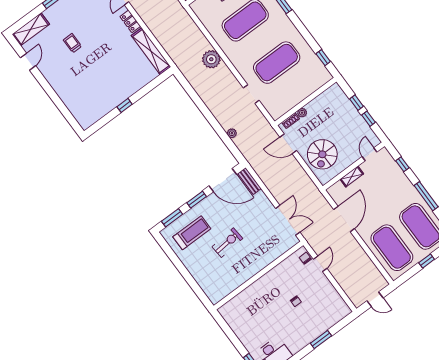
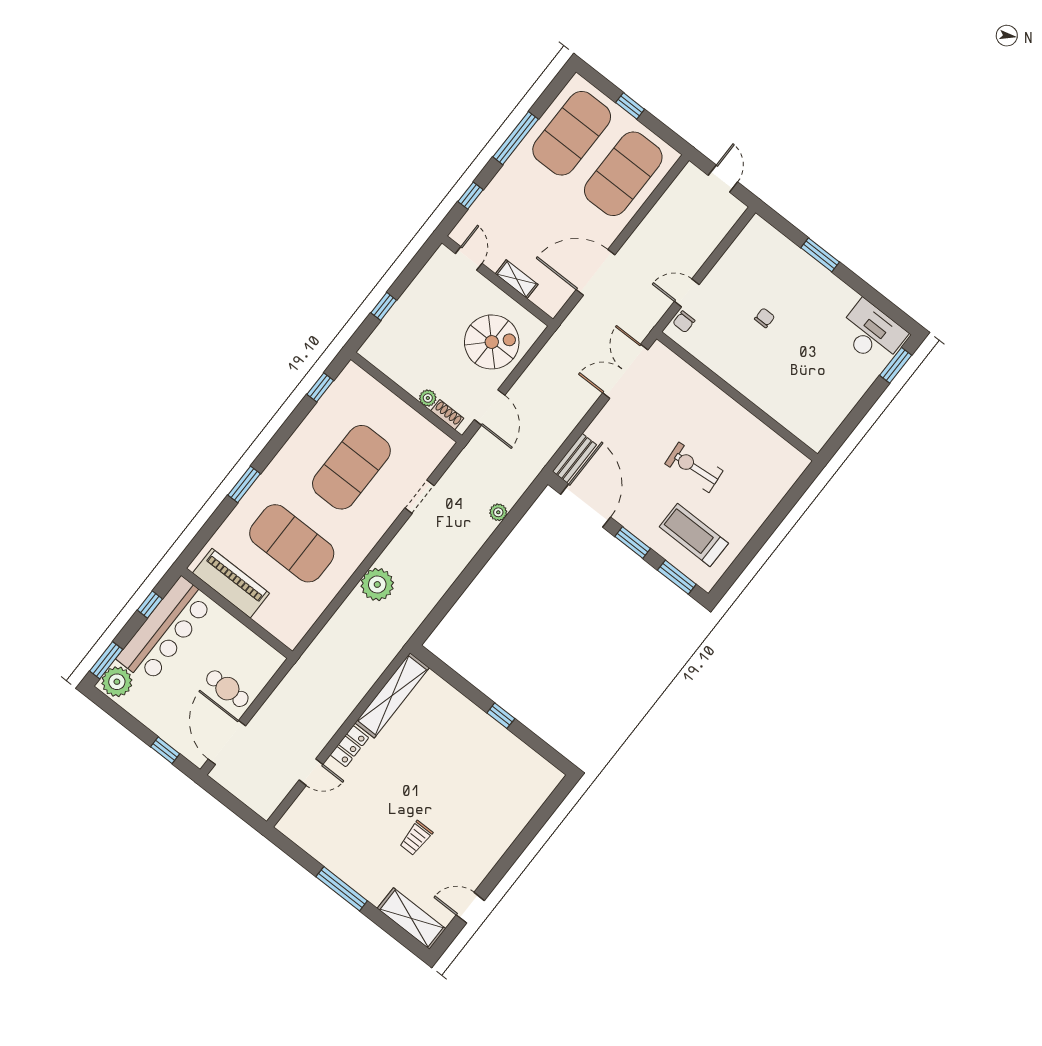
exercise mat: (277, 63) -> (351, 467), turned 90
window: (368, 119) -> (406, 278), removed
door: (370, 154) -> (469, 258), swing flipped

